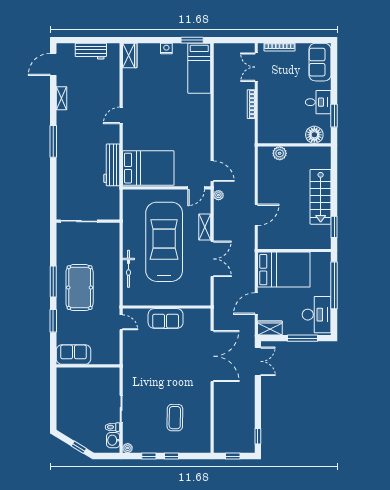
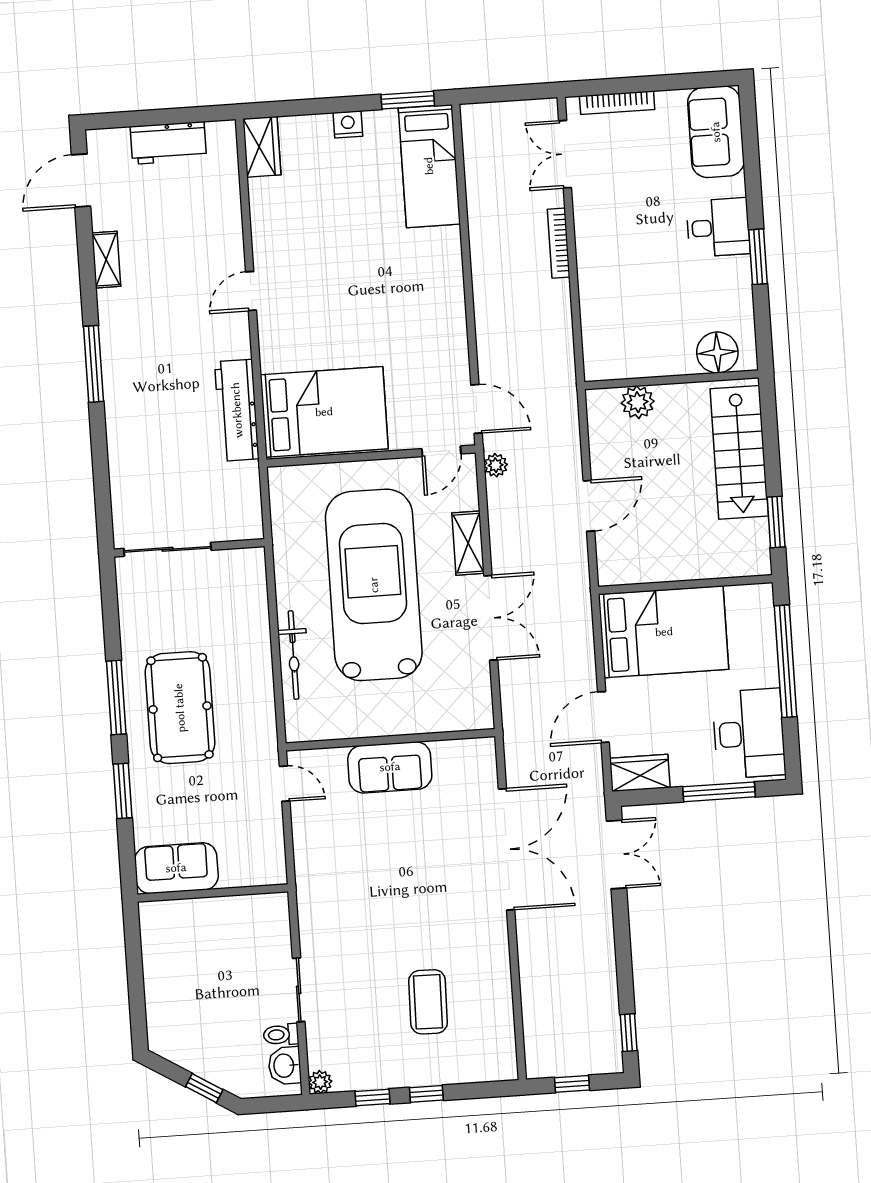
floor lamp: (314, 135) -> (717, 353), moved
wall: (294, 145) -> (671, 380), moved
plant: (280, 153) -> (638, 402), moved

